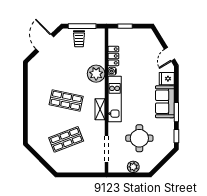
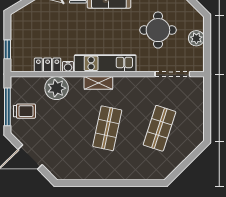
plant: (96, 74) -> (57, 88), moved
shelving: (100, 109) -> (98, 83), moved
shop shelf: (66, 139) -> (159, 128), turned 39

